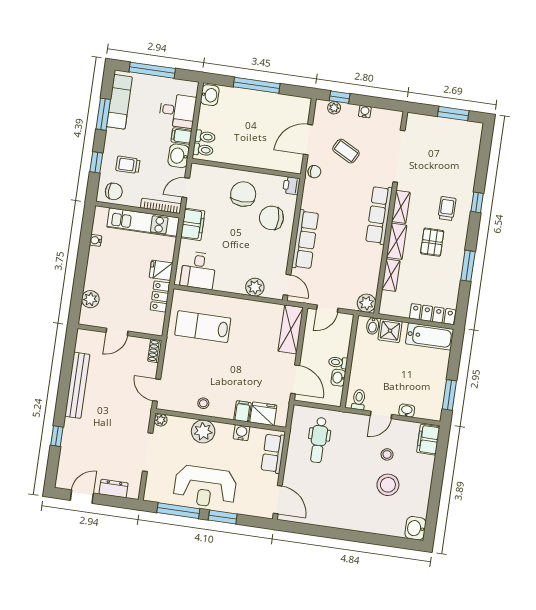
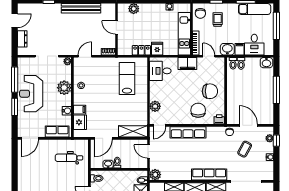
door: (82, 497) -> (15, 21), hinge flipped

